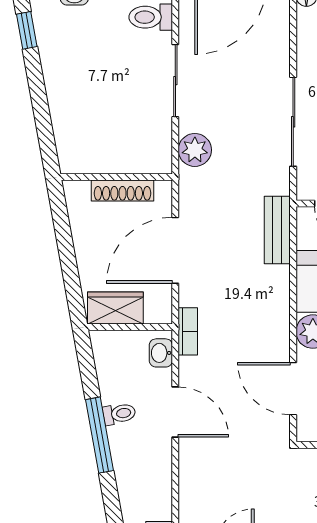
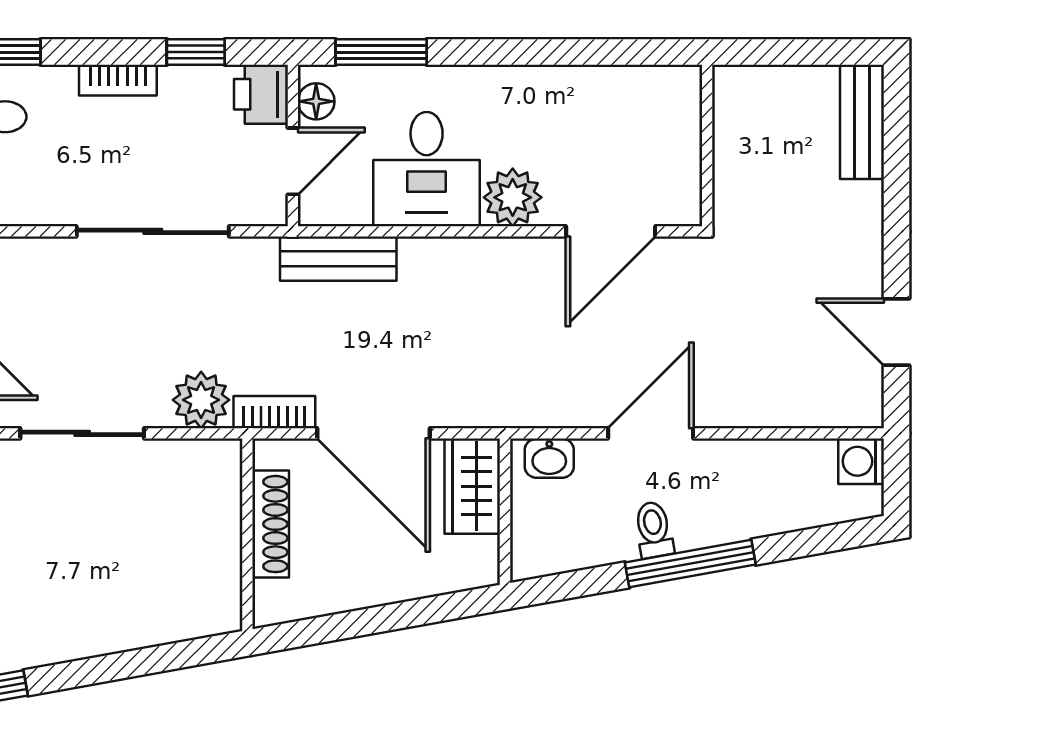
wardrobe: (115, 308) -> (472, 486), moved
bookcase: (188, 331) -> (274, 412), moved

